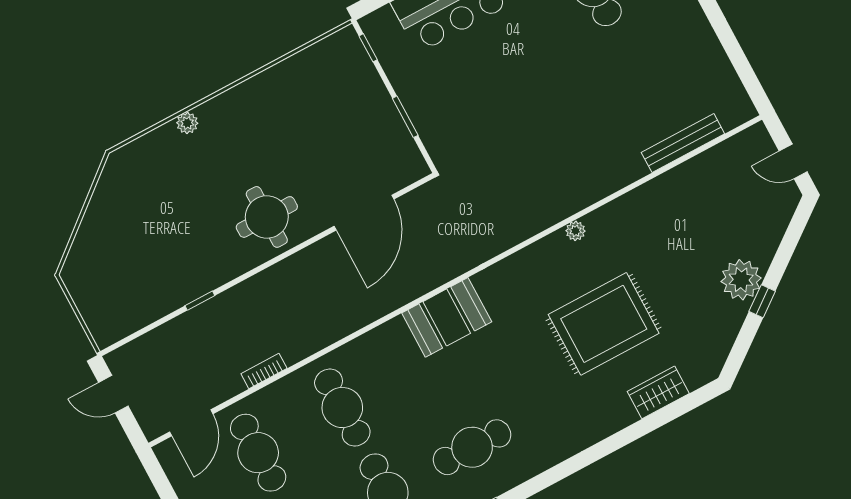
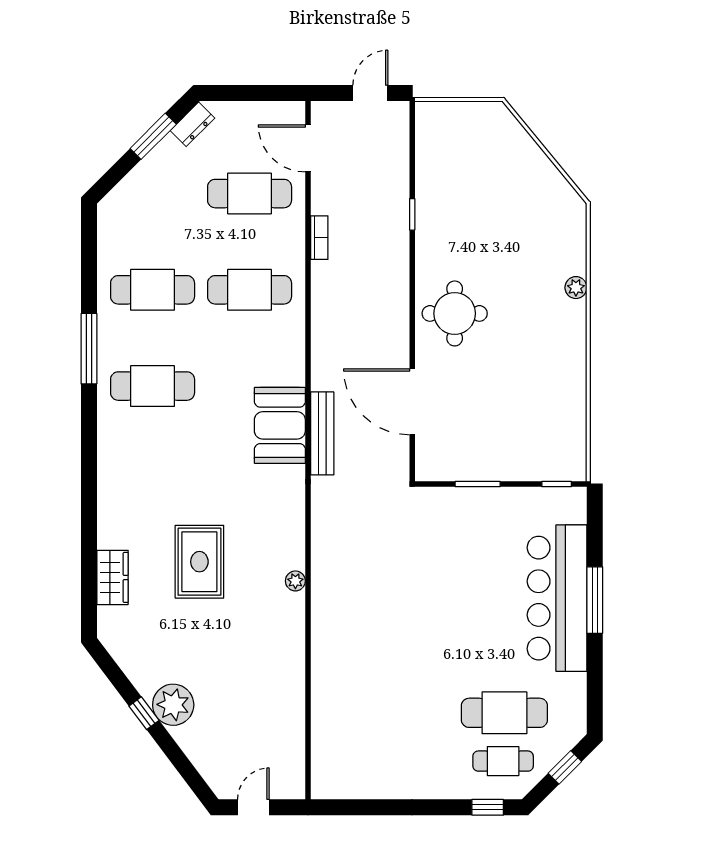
bench: (683, 143) -> (322, 433), moved
rug: (604, 324) -> (199, 562), width x0.73, depth x0.69
cafe table: (472, 447) -> (153, 386), turned 90

